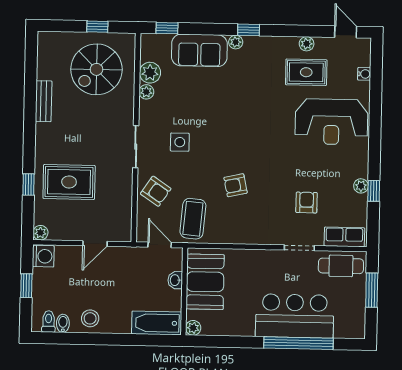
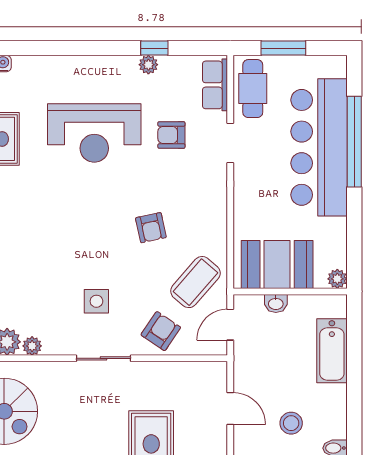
reception desk: (331, 122) -> (94, 133), moved, turned 90
coffee table: (193, 219) -> (195, 282), turned -54
bar counter: (295, 316) -> (319, 147), width x1.36
stool: (90, 318) -> (291, 423), moved
bathtub: (157, 323) -> (332, 351), moved

